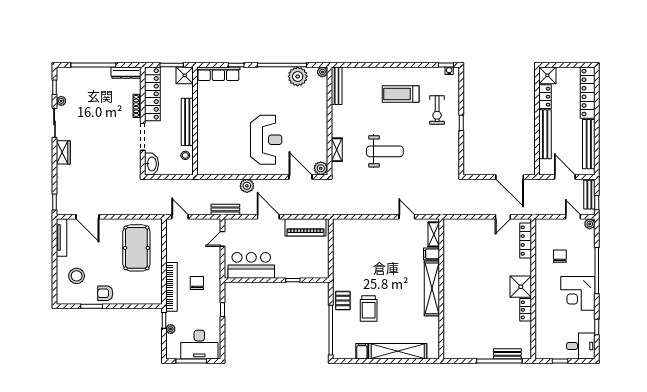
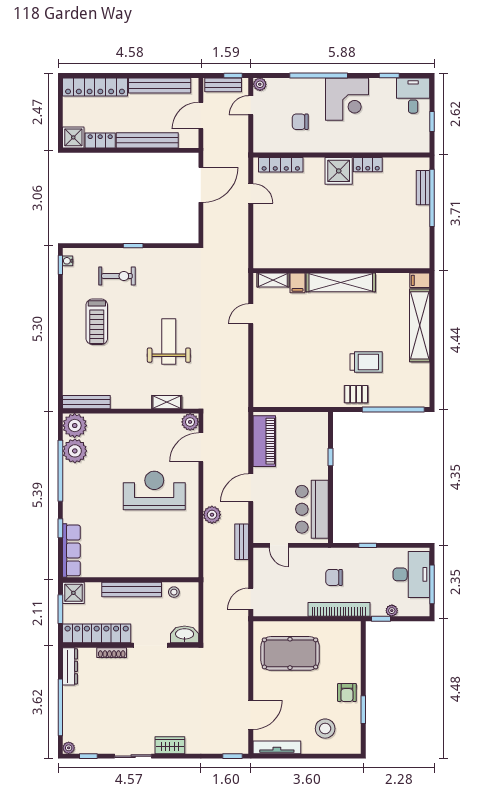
plant: (322, 72) -> (75, 426), width x1.87, depth x1.87
plant: (61, 101) -> (69, 748), moved
filing cabinet: (362, 351) -> (420, 280), moved

